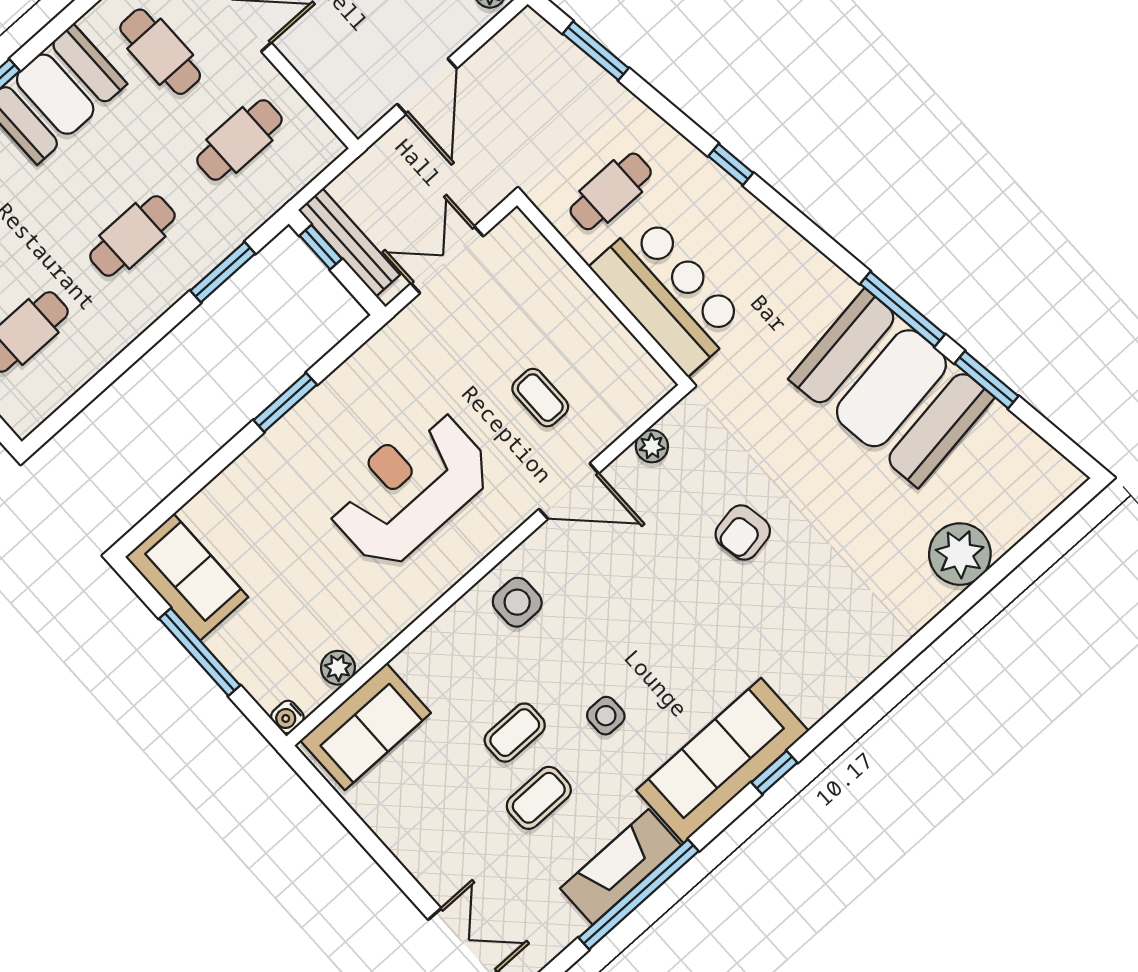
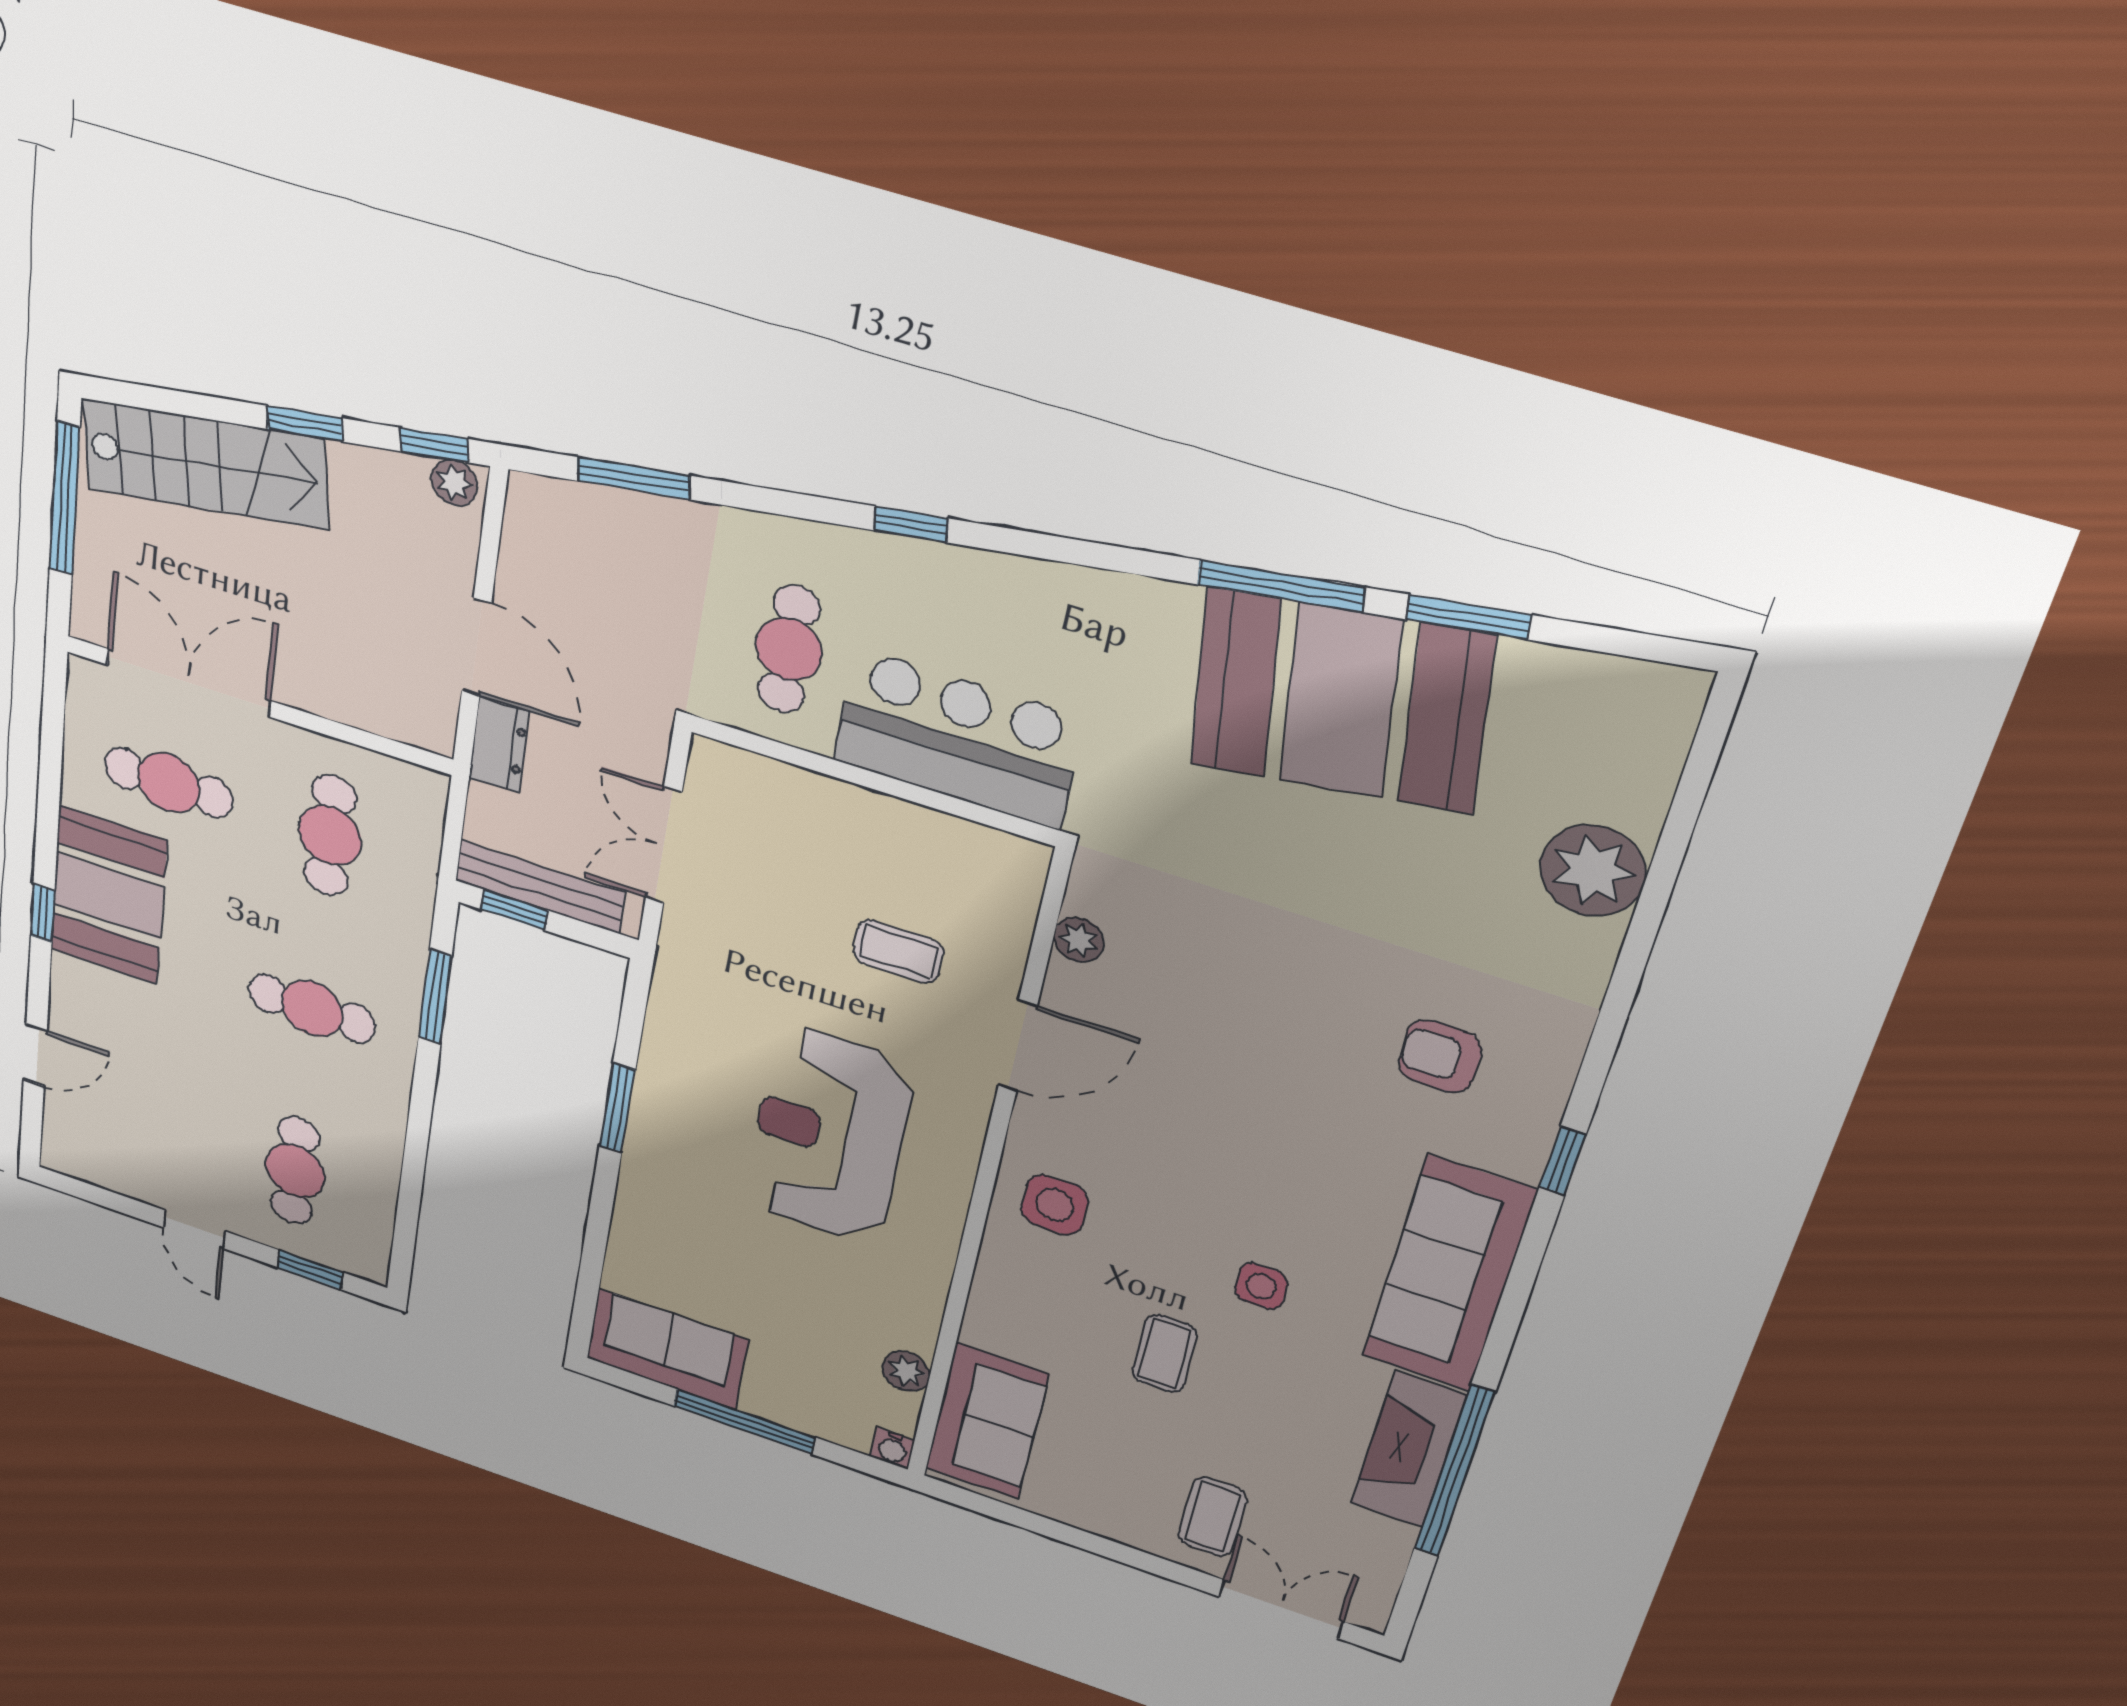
dresser: (394, 148) -> (499, 745), added
cafe table: (132, 236) -> (312, 1008), turned 90
armchair: (743, 533) -> (1440, 1056), moved, turned 100
window: (774, 772) -> (1563, 1161), moved
coffee table: (539, 798) -> (1213, 1517), moved

